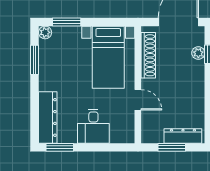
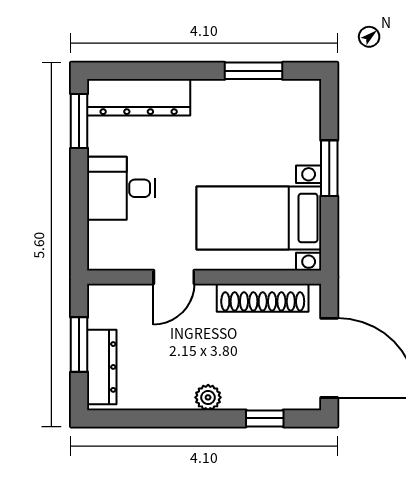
window: (67, 22) -> (329, 168), moved
plant: (45, 32) -> (308, 92), removed
plant: (198, 53) -> (208, 397), moved

